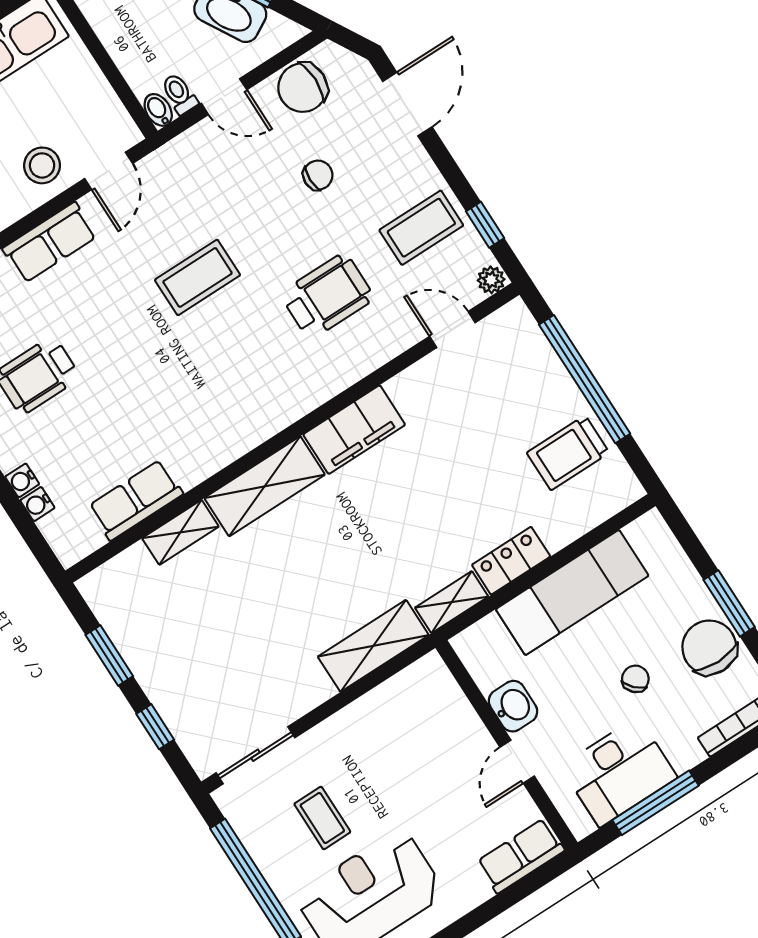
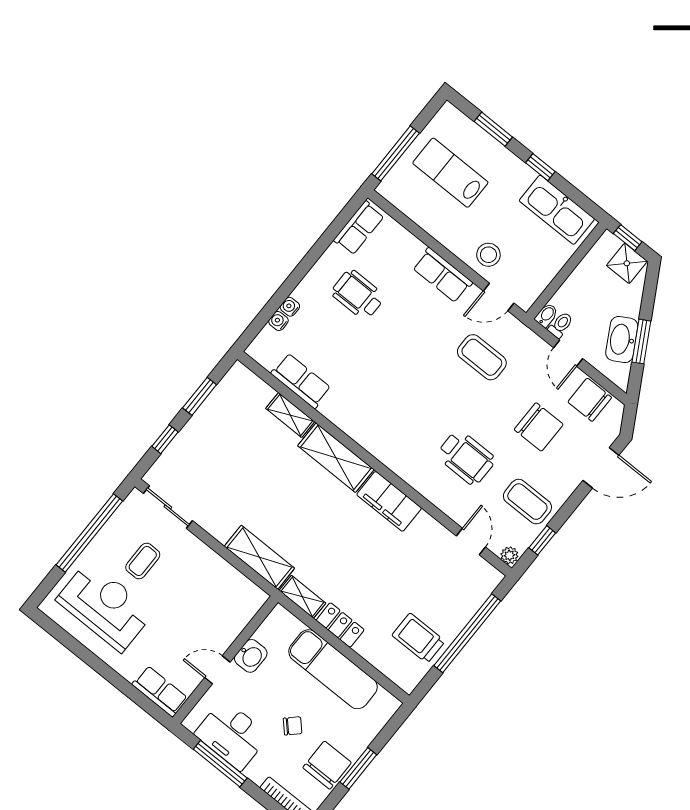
chair: (318, 175) -> (539, 427), width x1.87, depth x1.87
coffee table: (198, 277) -> (482, 357), moved

